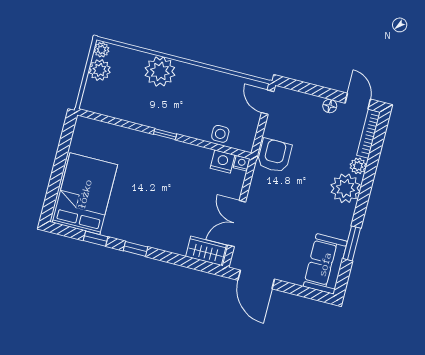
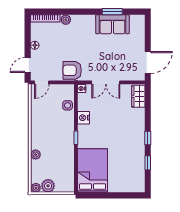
plant: (160, 71) -> (36, 155), width x0.53, depth x0.53
door: (358, 101) -> (28, 65), moved
nightstand: (223, 162) -> (83, 118), moved
plant: (345, 188) -> (81, 24), removed
bed: (85, 194) -> (93, 170), moved, turned 90
double door: (237, 224) -> (106, 82), moved
sofa: (325, 264) -> (112, 24), moved

